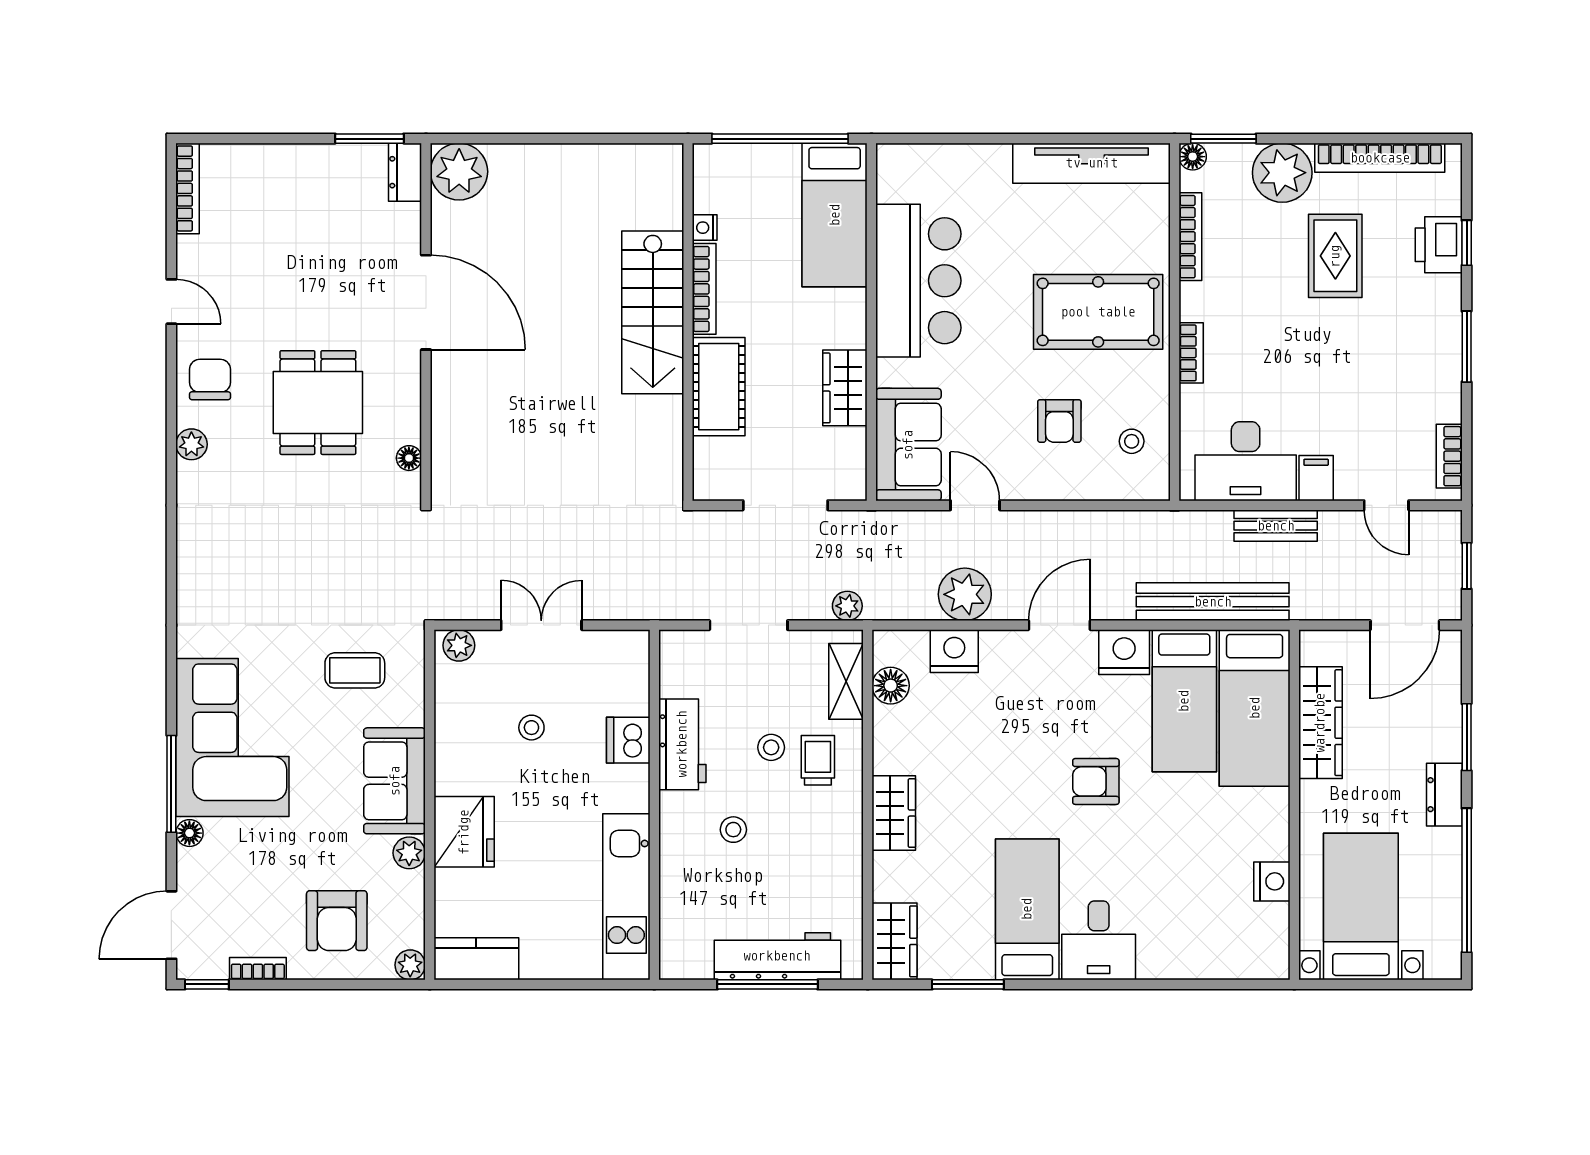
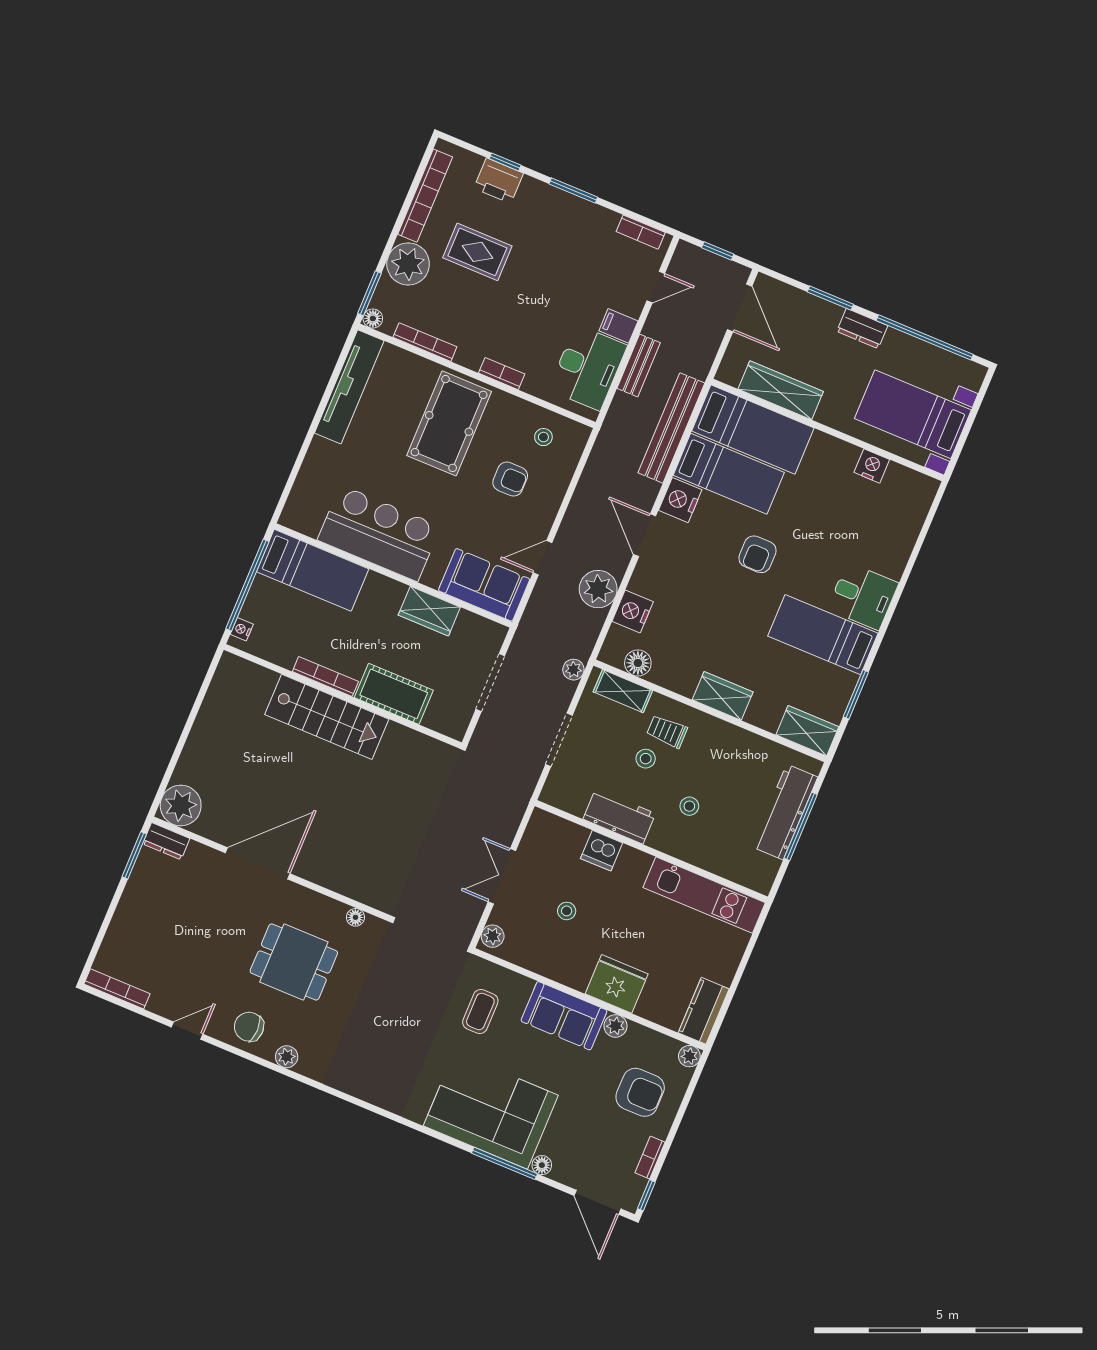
nightstand: (705, 228) -> (242, 629), moved, turned 90

